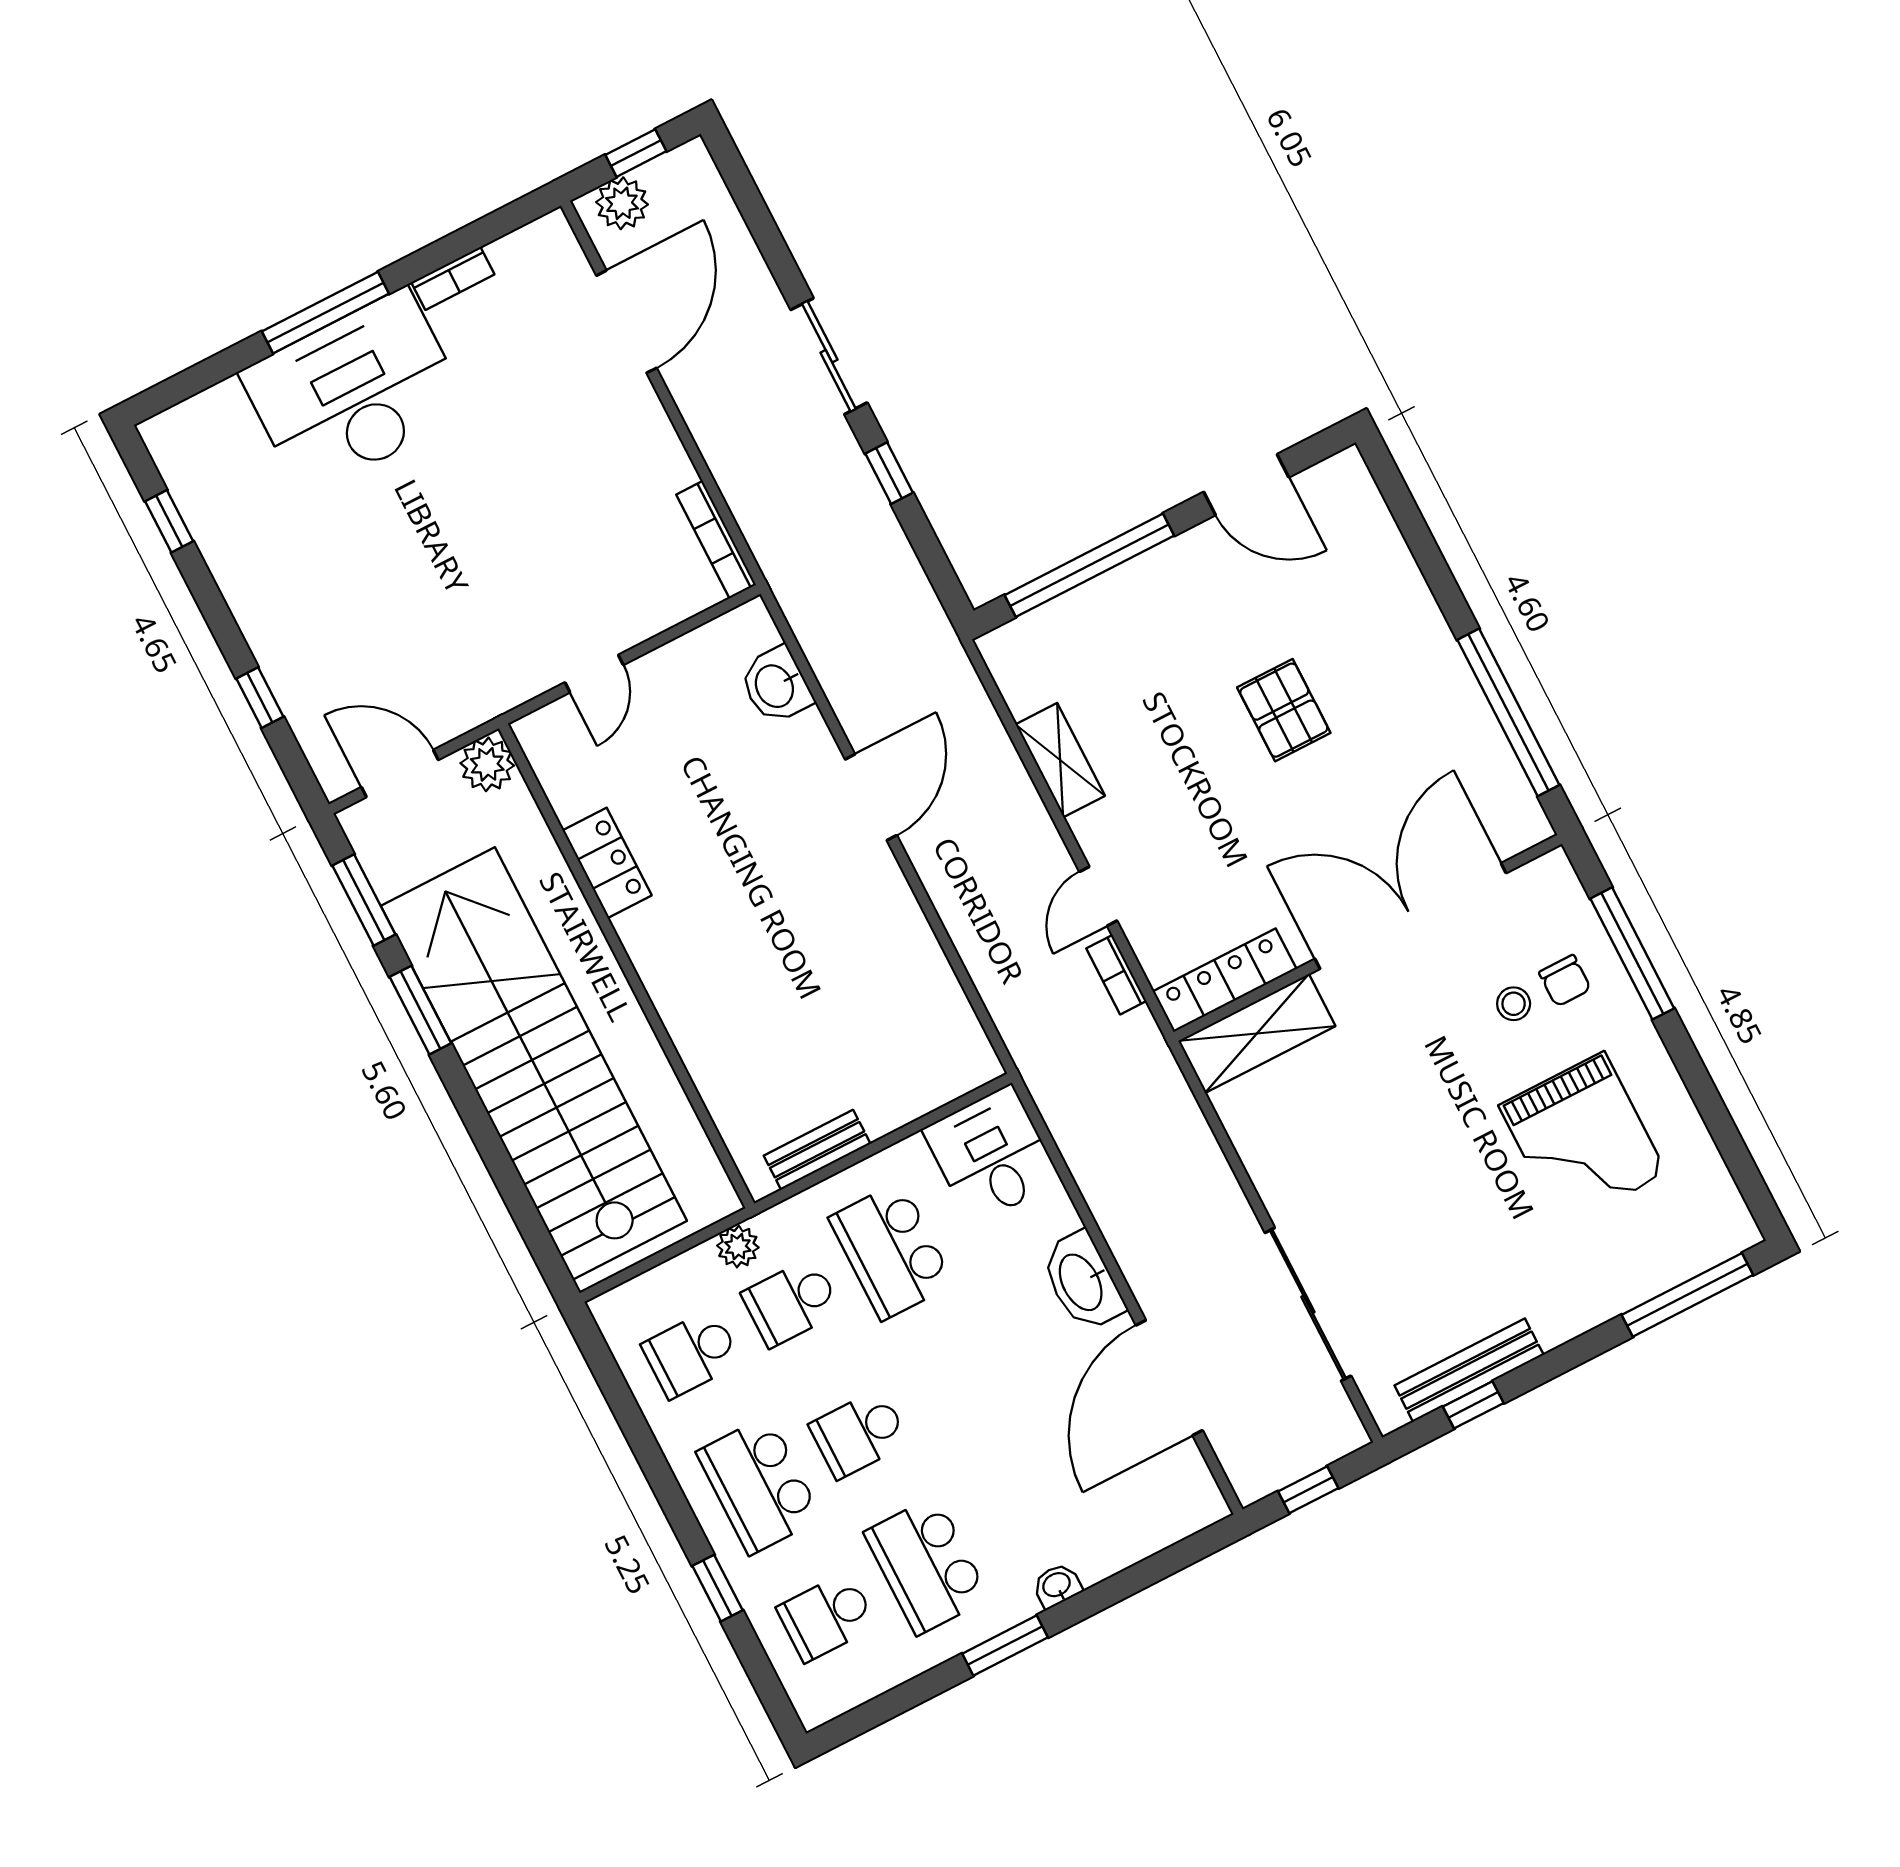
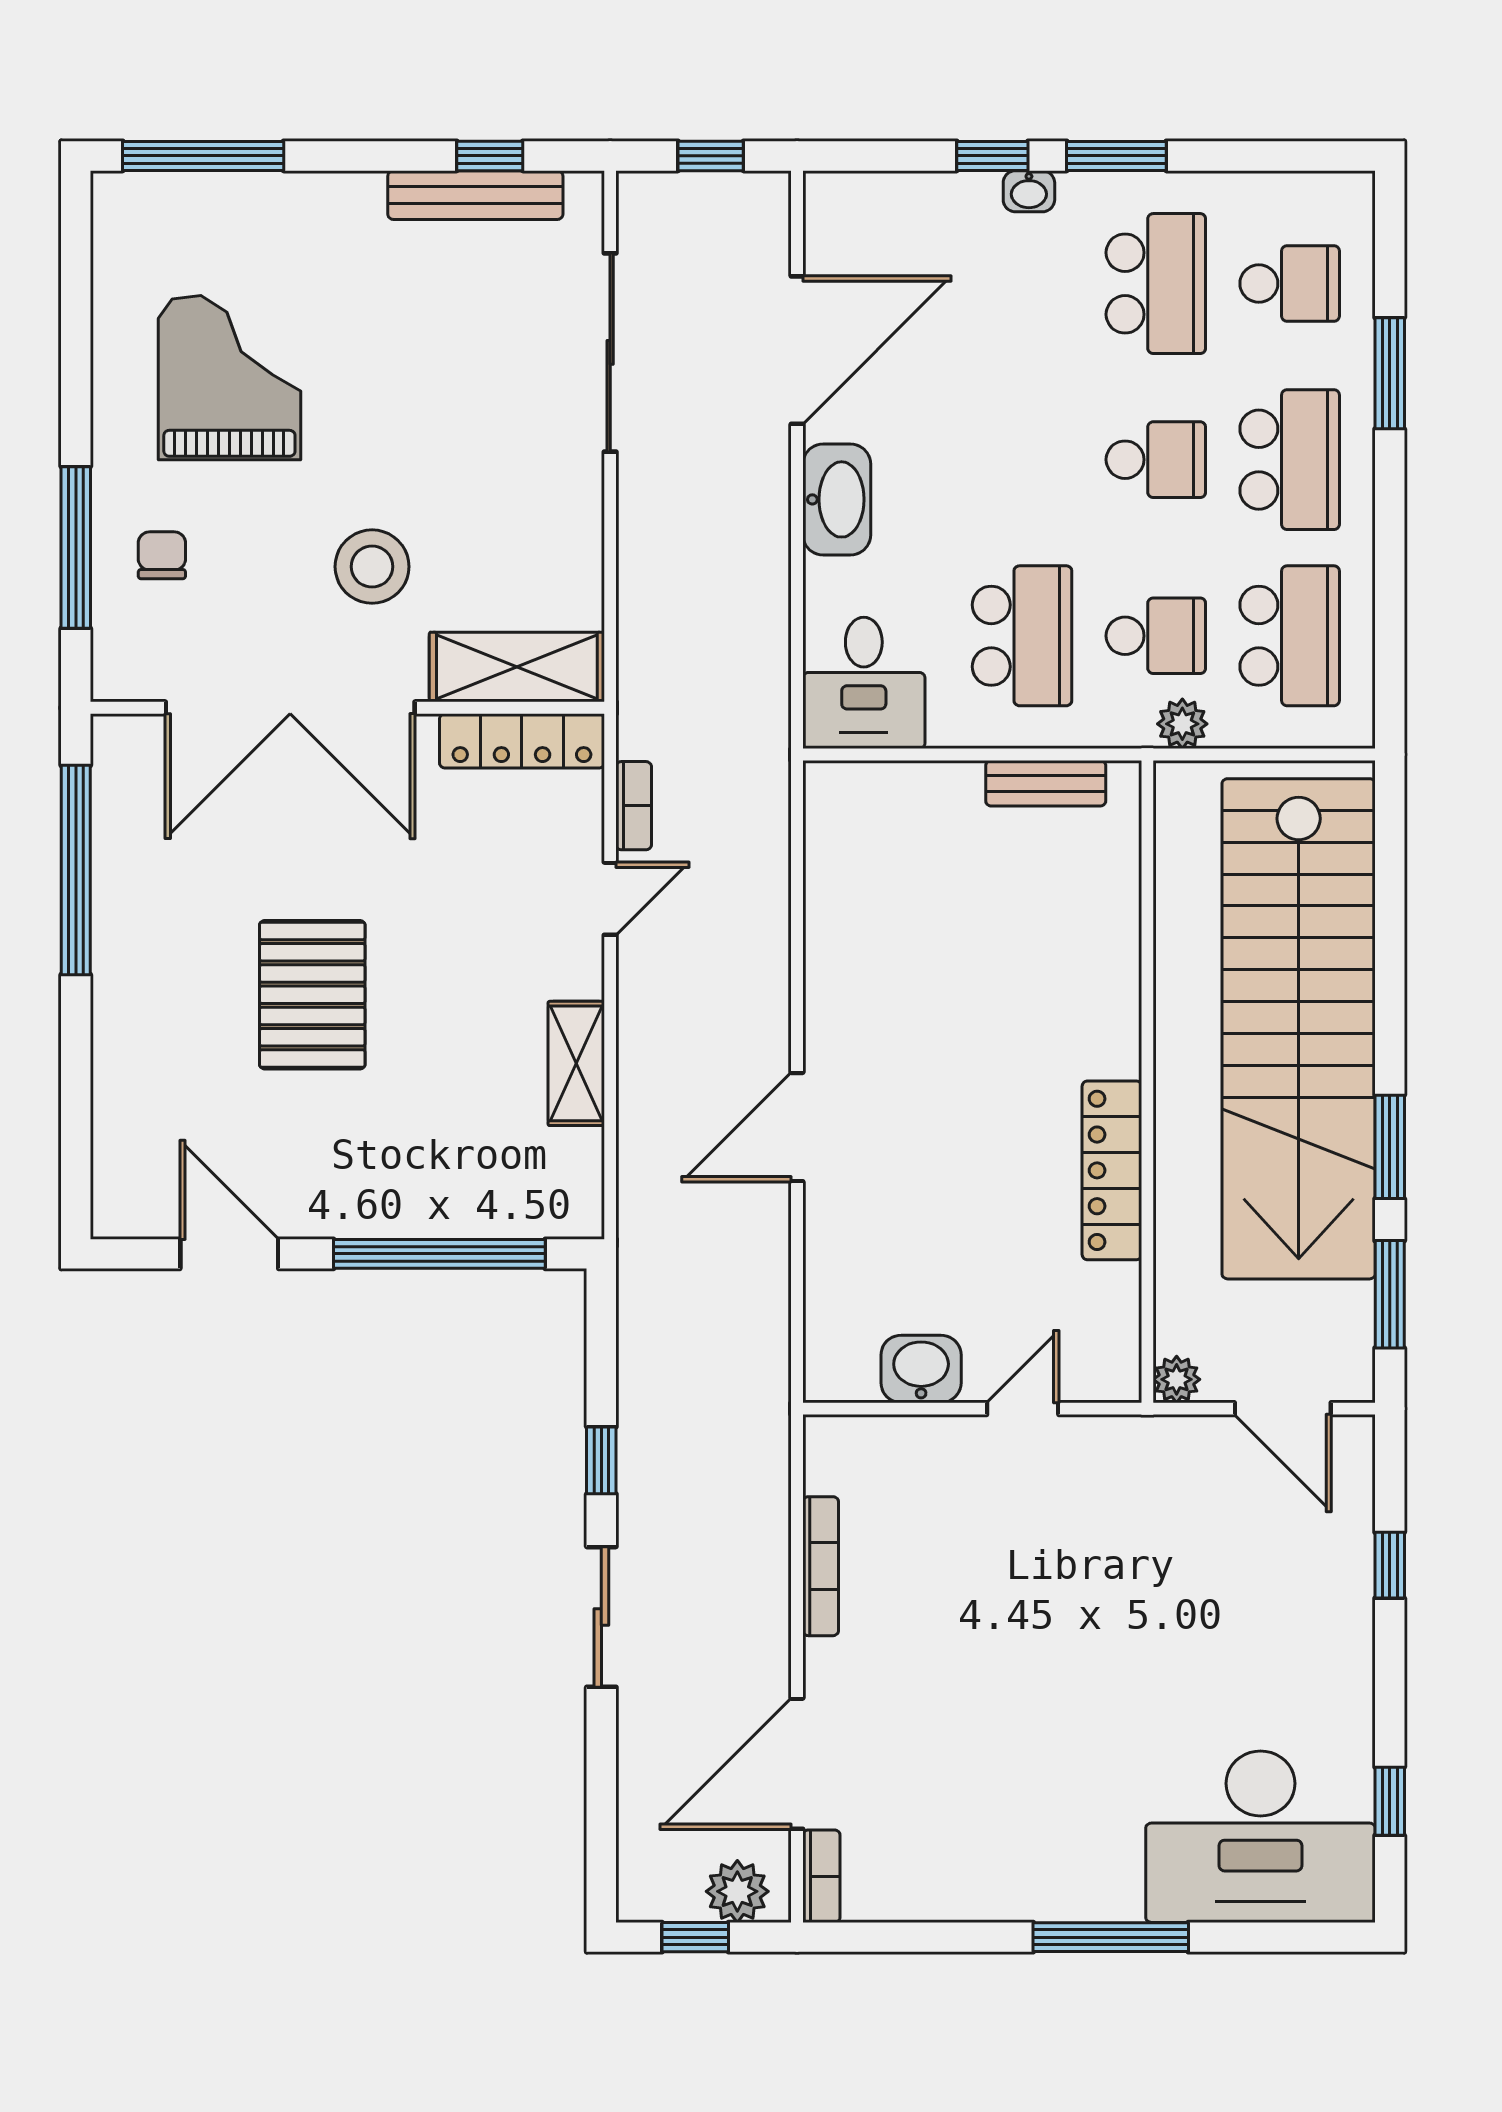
bookcase: (453, 278) -> (821, 1876), moved, turned 90
desk: (355, 392) -> (1260, 1837), moved
bookcase: (716, 540) -> (821, 1566), moved
washbasin: (776, 685) -> (921, 1369), moved, turned -90
pallet: (1284, 710) -> (312, 995), width x1.50, depth x1.42
plant: (487, 764) -> (1177, 1379), width x0.73, depth x0.73
locker: (607, 863) -> (1112, 1170), width x1.53
stool: (1514, 1004) -> (372, 567), moved, width x1.89, depth x1.89
school desk: (691, 1354) -> (1290, 636), width x1.85
window: (717, 1588) -> (1390, 373), width x1.50
window: (1098, 1598) -> (992, 156), added

